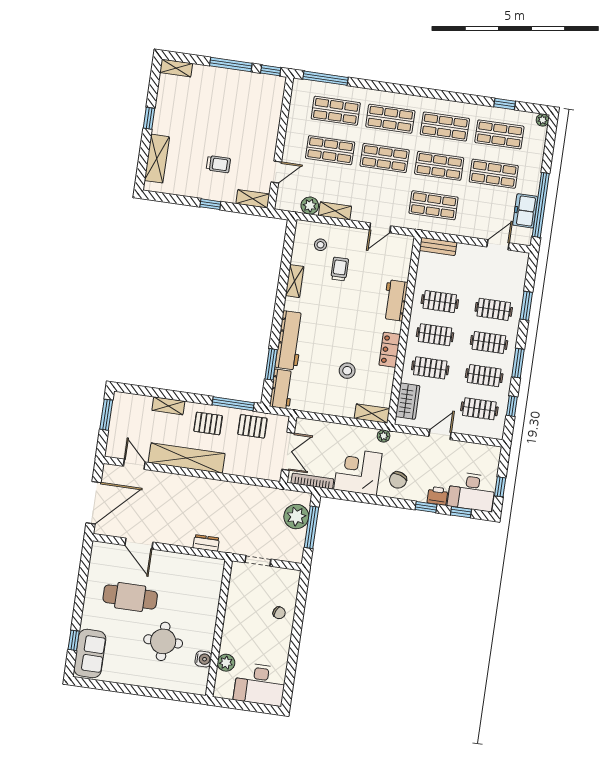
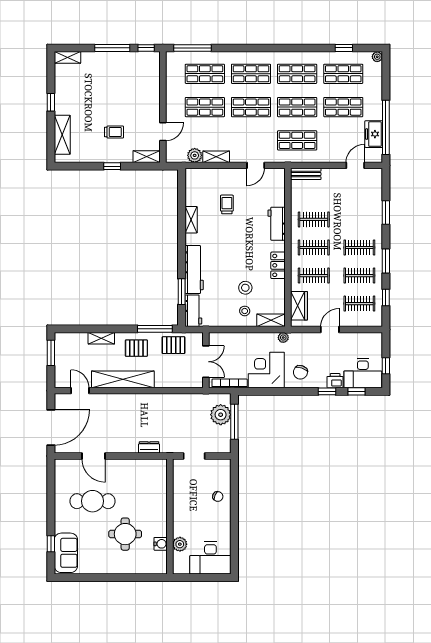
stool: (320, 245) -> (245, 311), moved
clothes rail: (494, 309) -> (359, 219), removed

